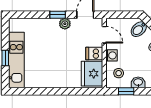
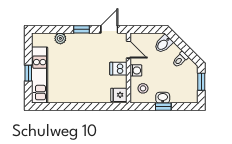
plant: (65, 24) -> (60, 38), moved
fridge: (92, 74) -> (119, 95), width x0.53, depth x0.75
window: (126, 91) -> (163, 107), moved

